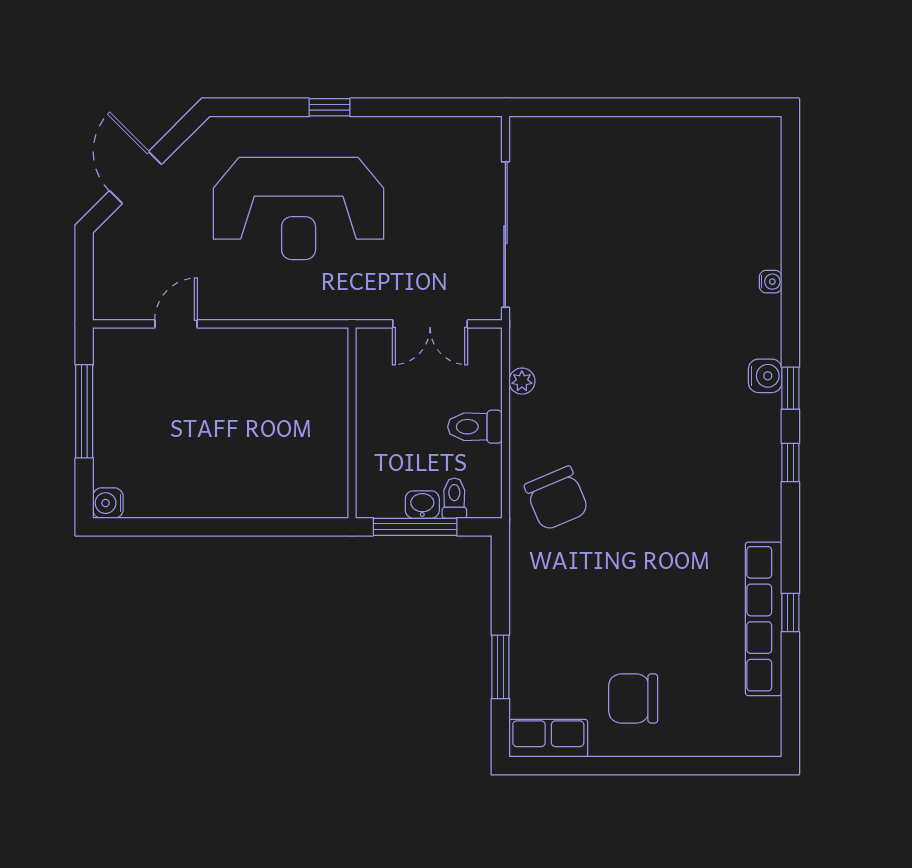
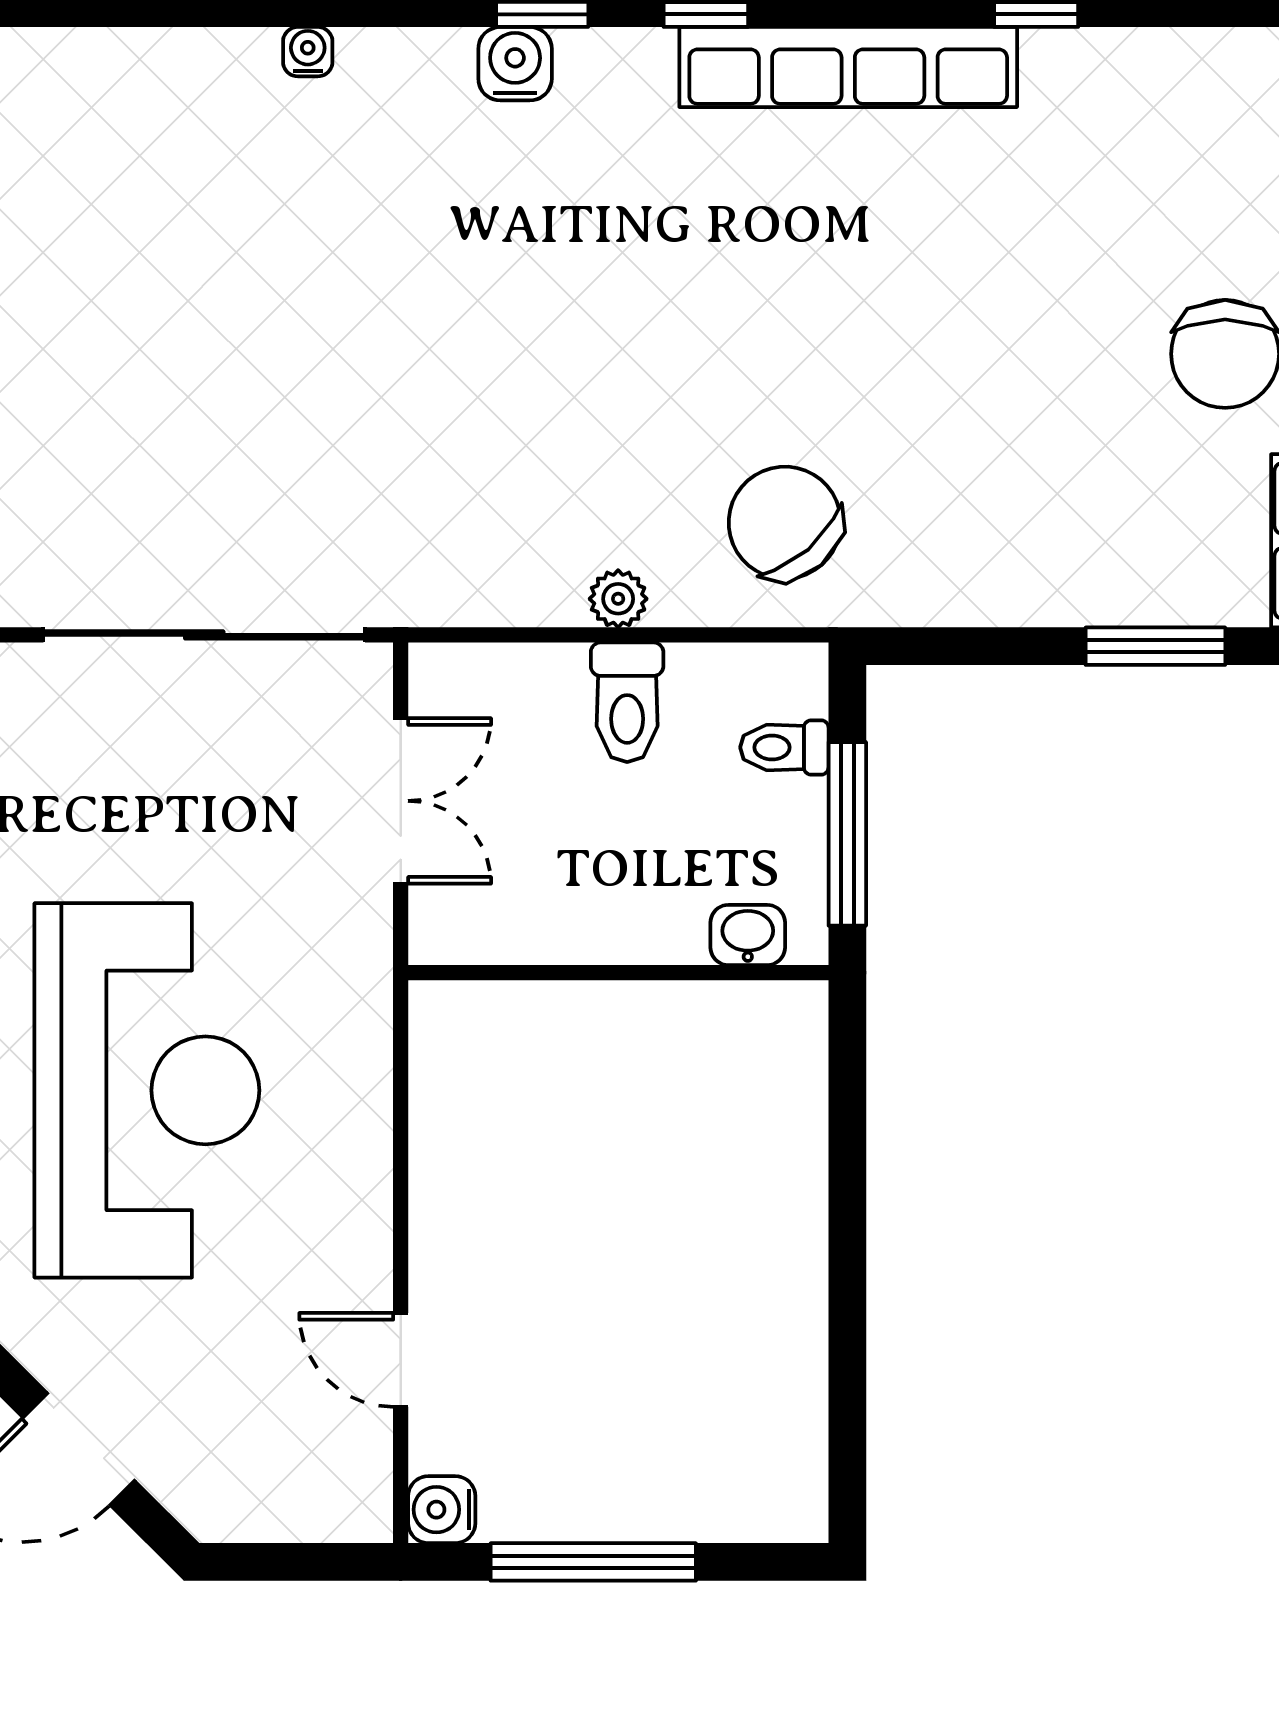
plant: (522, 381) -> (618, 599), moved
chair: (557, 498) -> (785, 523), turned -108
water cooler: (108, 503) -> (442, 1510), moved, turned 90
washbasin: (422, 505) -> (748, 935), moved, turned 90
row of seats: (764, 619) -> (848, 67), moved

